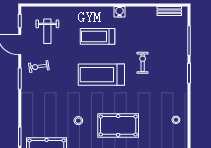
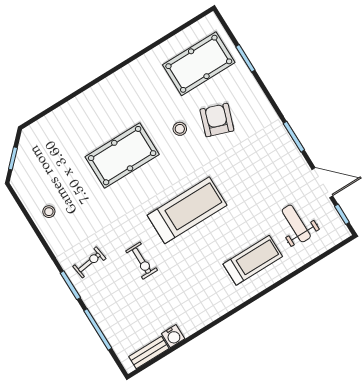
water cooler: (120, 12) -> (173, 336), moved
treadmill: (97, 36) -> (253, 260), moved
exercise bike: (39, 67) -> (89, 262), moved
armchair: (56, 113) -> (217, 120), added

